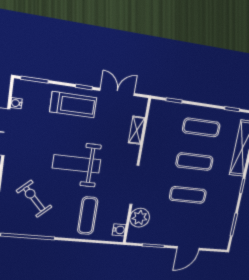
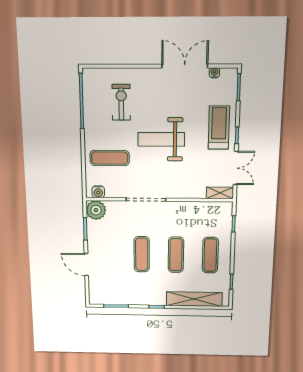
treadmill: (73, 105) -> (219, 128), turned 180
shelving: (137, 130) -> (220, 193), moved
weight bench: (77, 164) -> (161, 139), turned -90
exercise bike: (34, 199) -> (121, 102), turned -47
plant: (140, 218) -> (96, 210), moved

